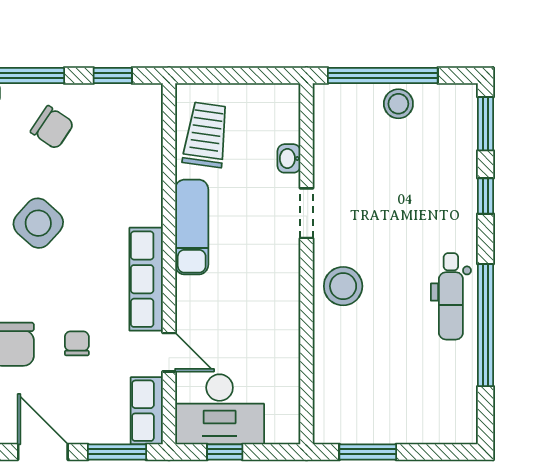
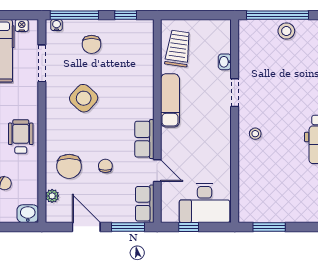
chair: (52, 127) -> (92, 44), turned 56
row of seats: (146, 279) -> (144, 139), width x0.68
stool: (343, 286) -> (255, 134), width x0.53, depth x0.53
desk: (220, 409) -> (204, 203), moved

